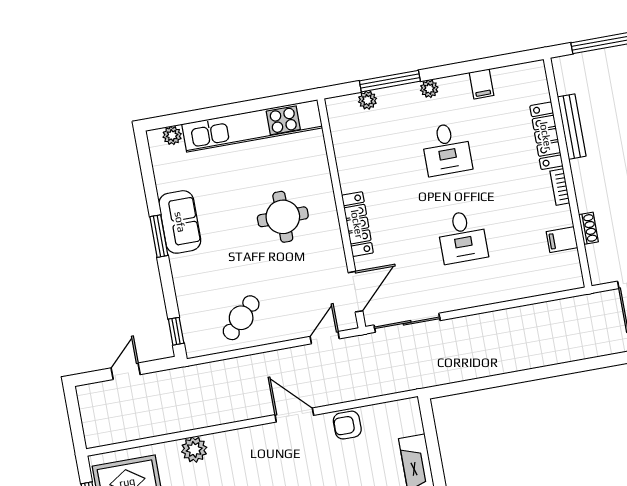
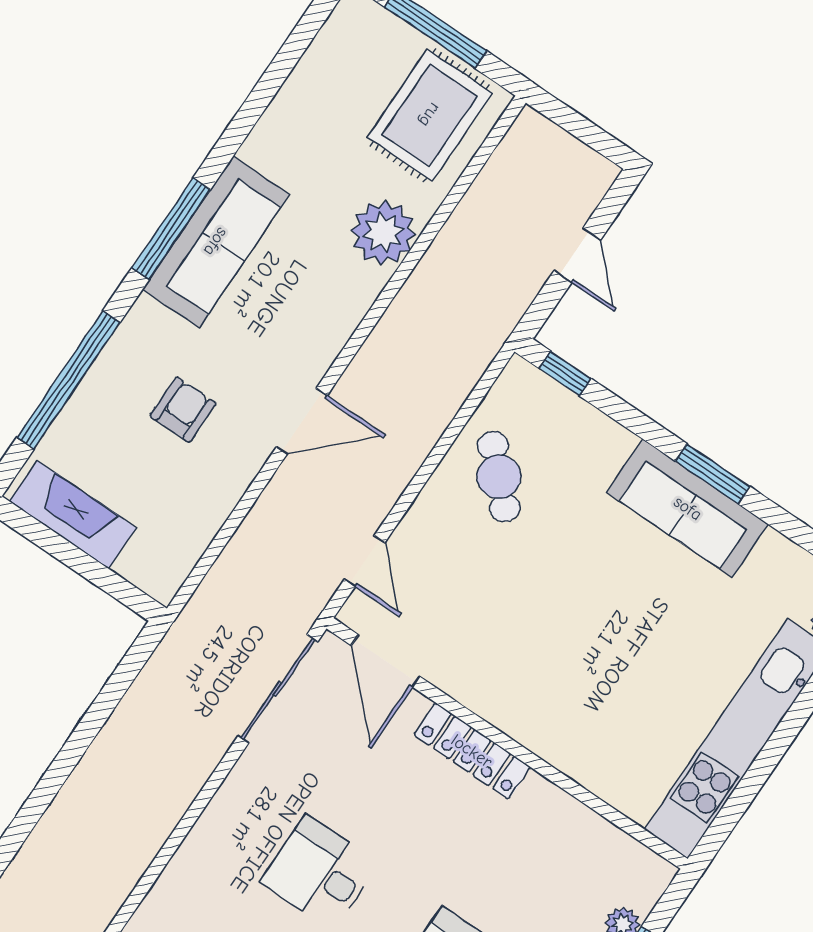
round table: (283, 217) -> (578, 662), removed
sofa: (180, 222) -> (688, 508), width x1.36
armchair: (347, 425) -> (183, 410), moved
plant: (194, 450) -> (383, 233), width x1.36, depth x1.36

